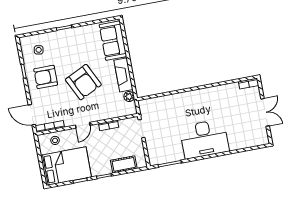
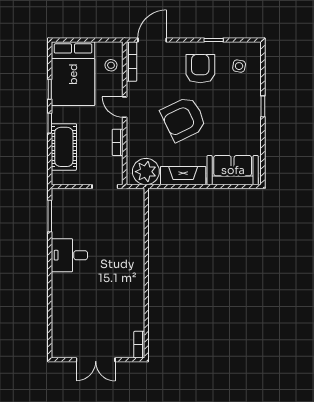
plant: (129, 97) -> (146, 172), width x1.88, depth x1.88
desk: (204, 139) -> (69, 255), width x0.53, depth x0.77
cot: (124, 164) -> (64, 147), width x1.37, depth x1.34

